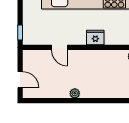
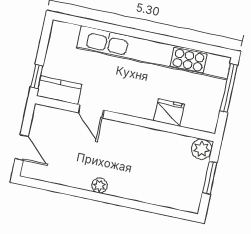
kitchen counter: (36, 38) -> (59, 90), added
fridge: (95, 38) -> (169, 112), moved

